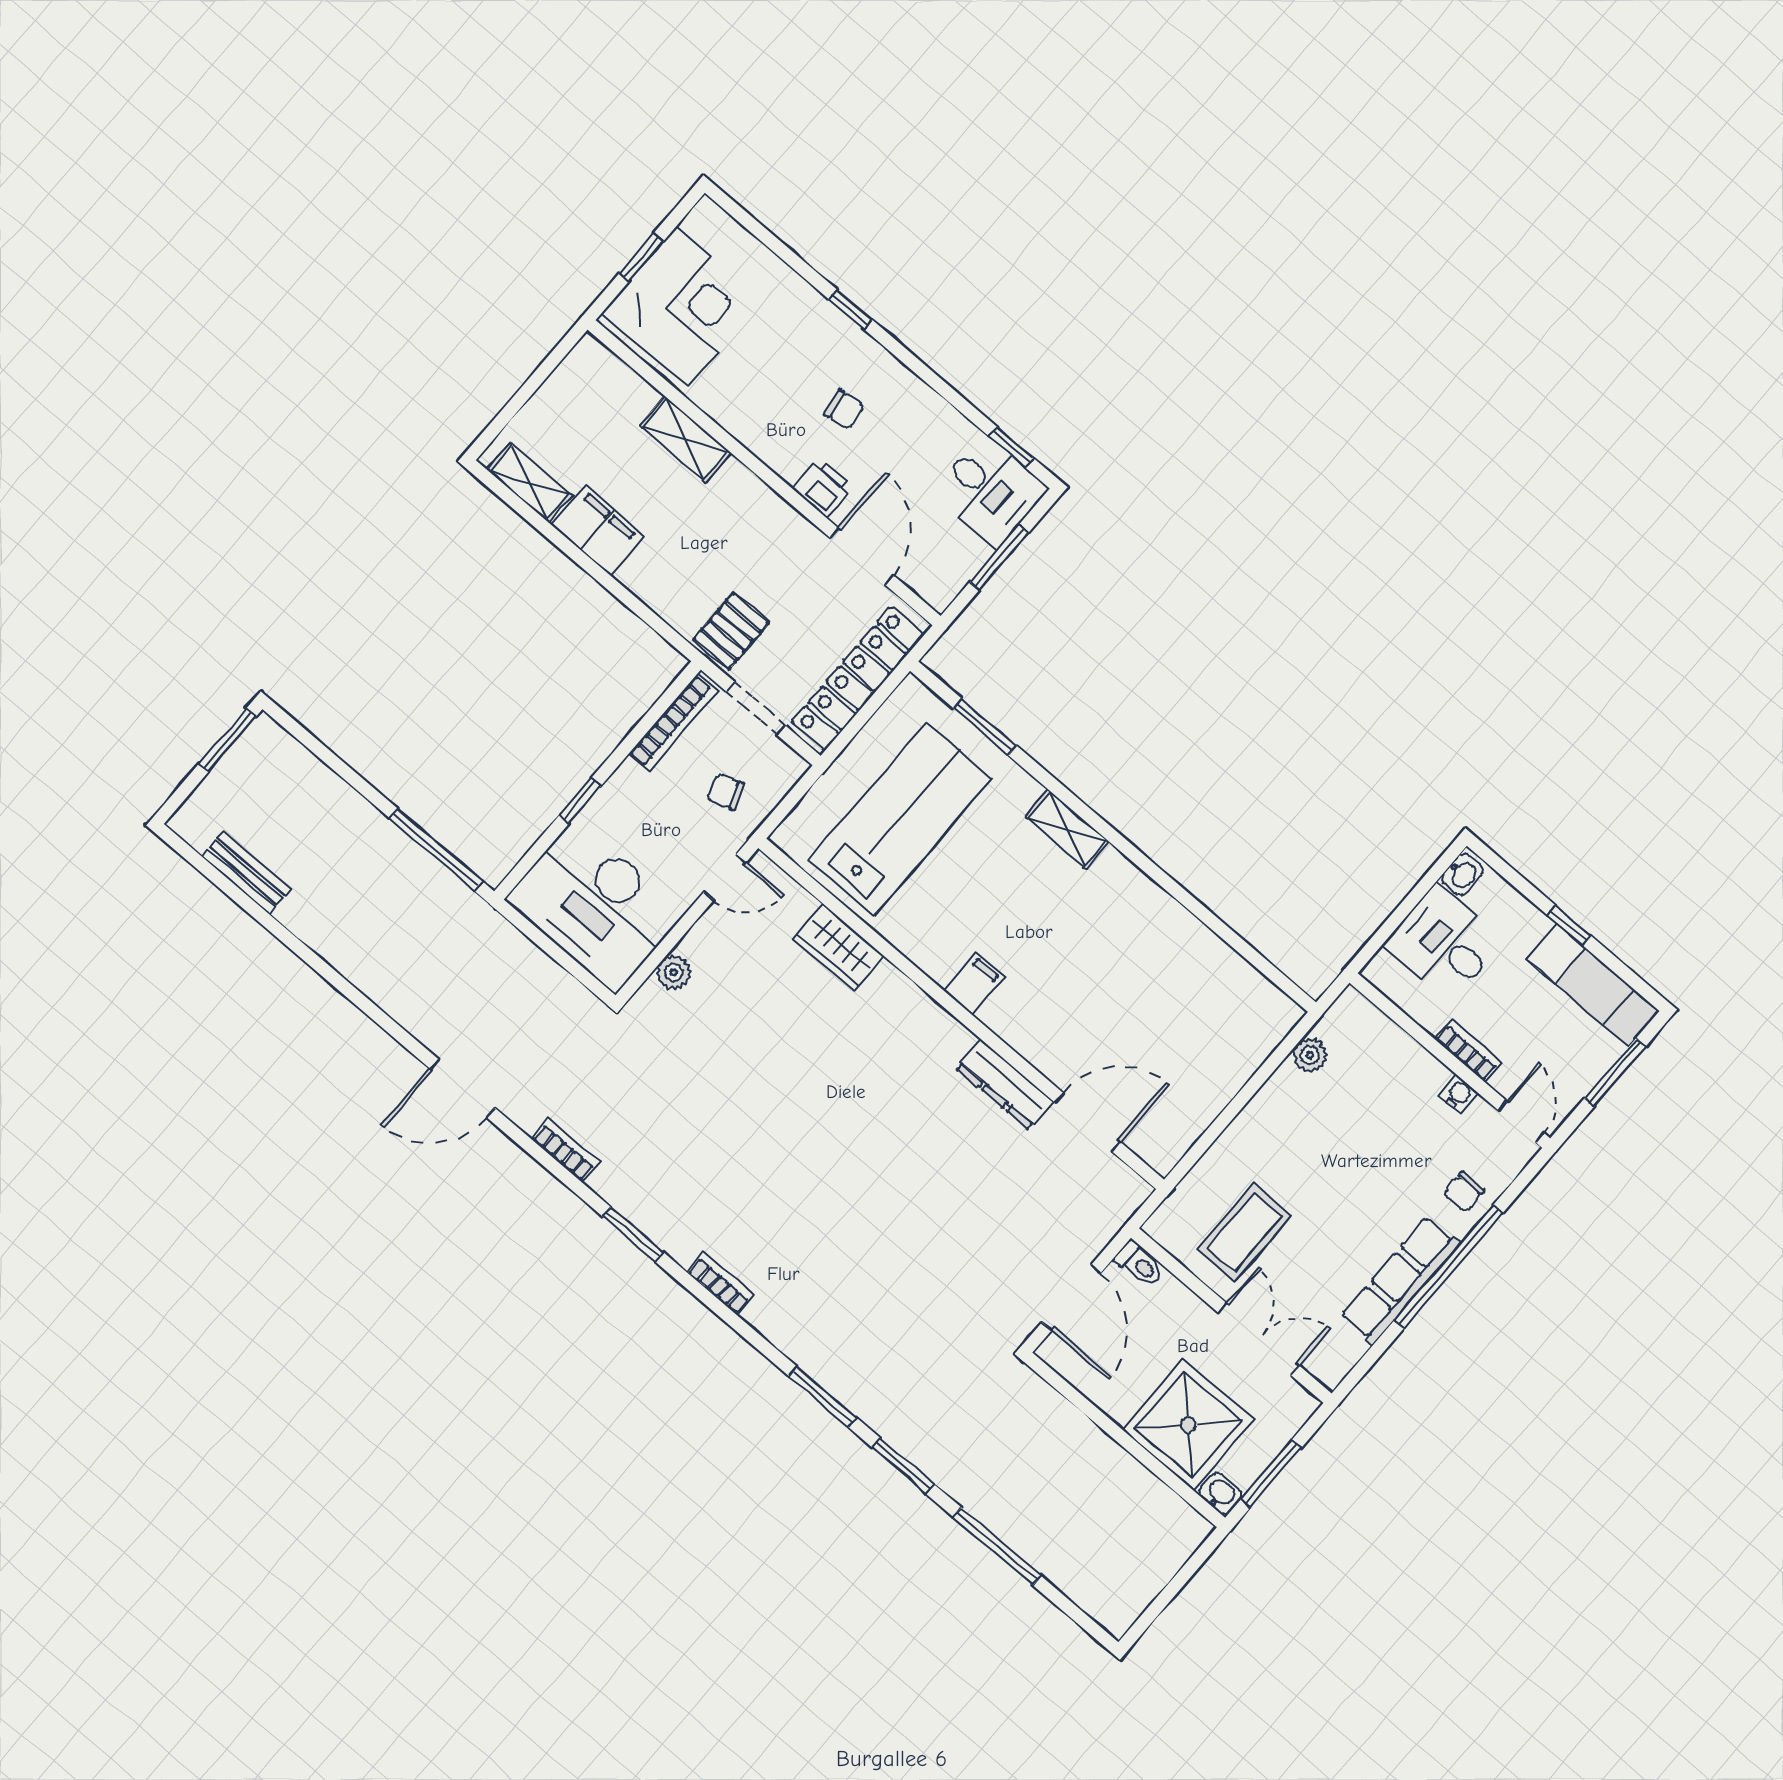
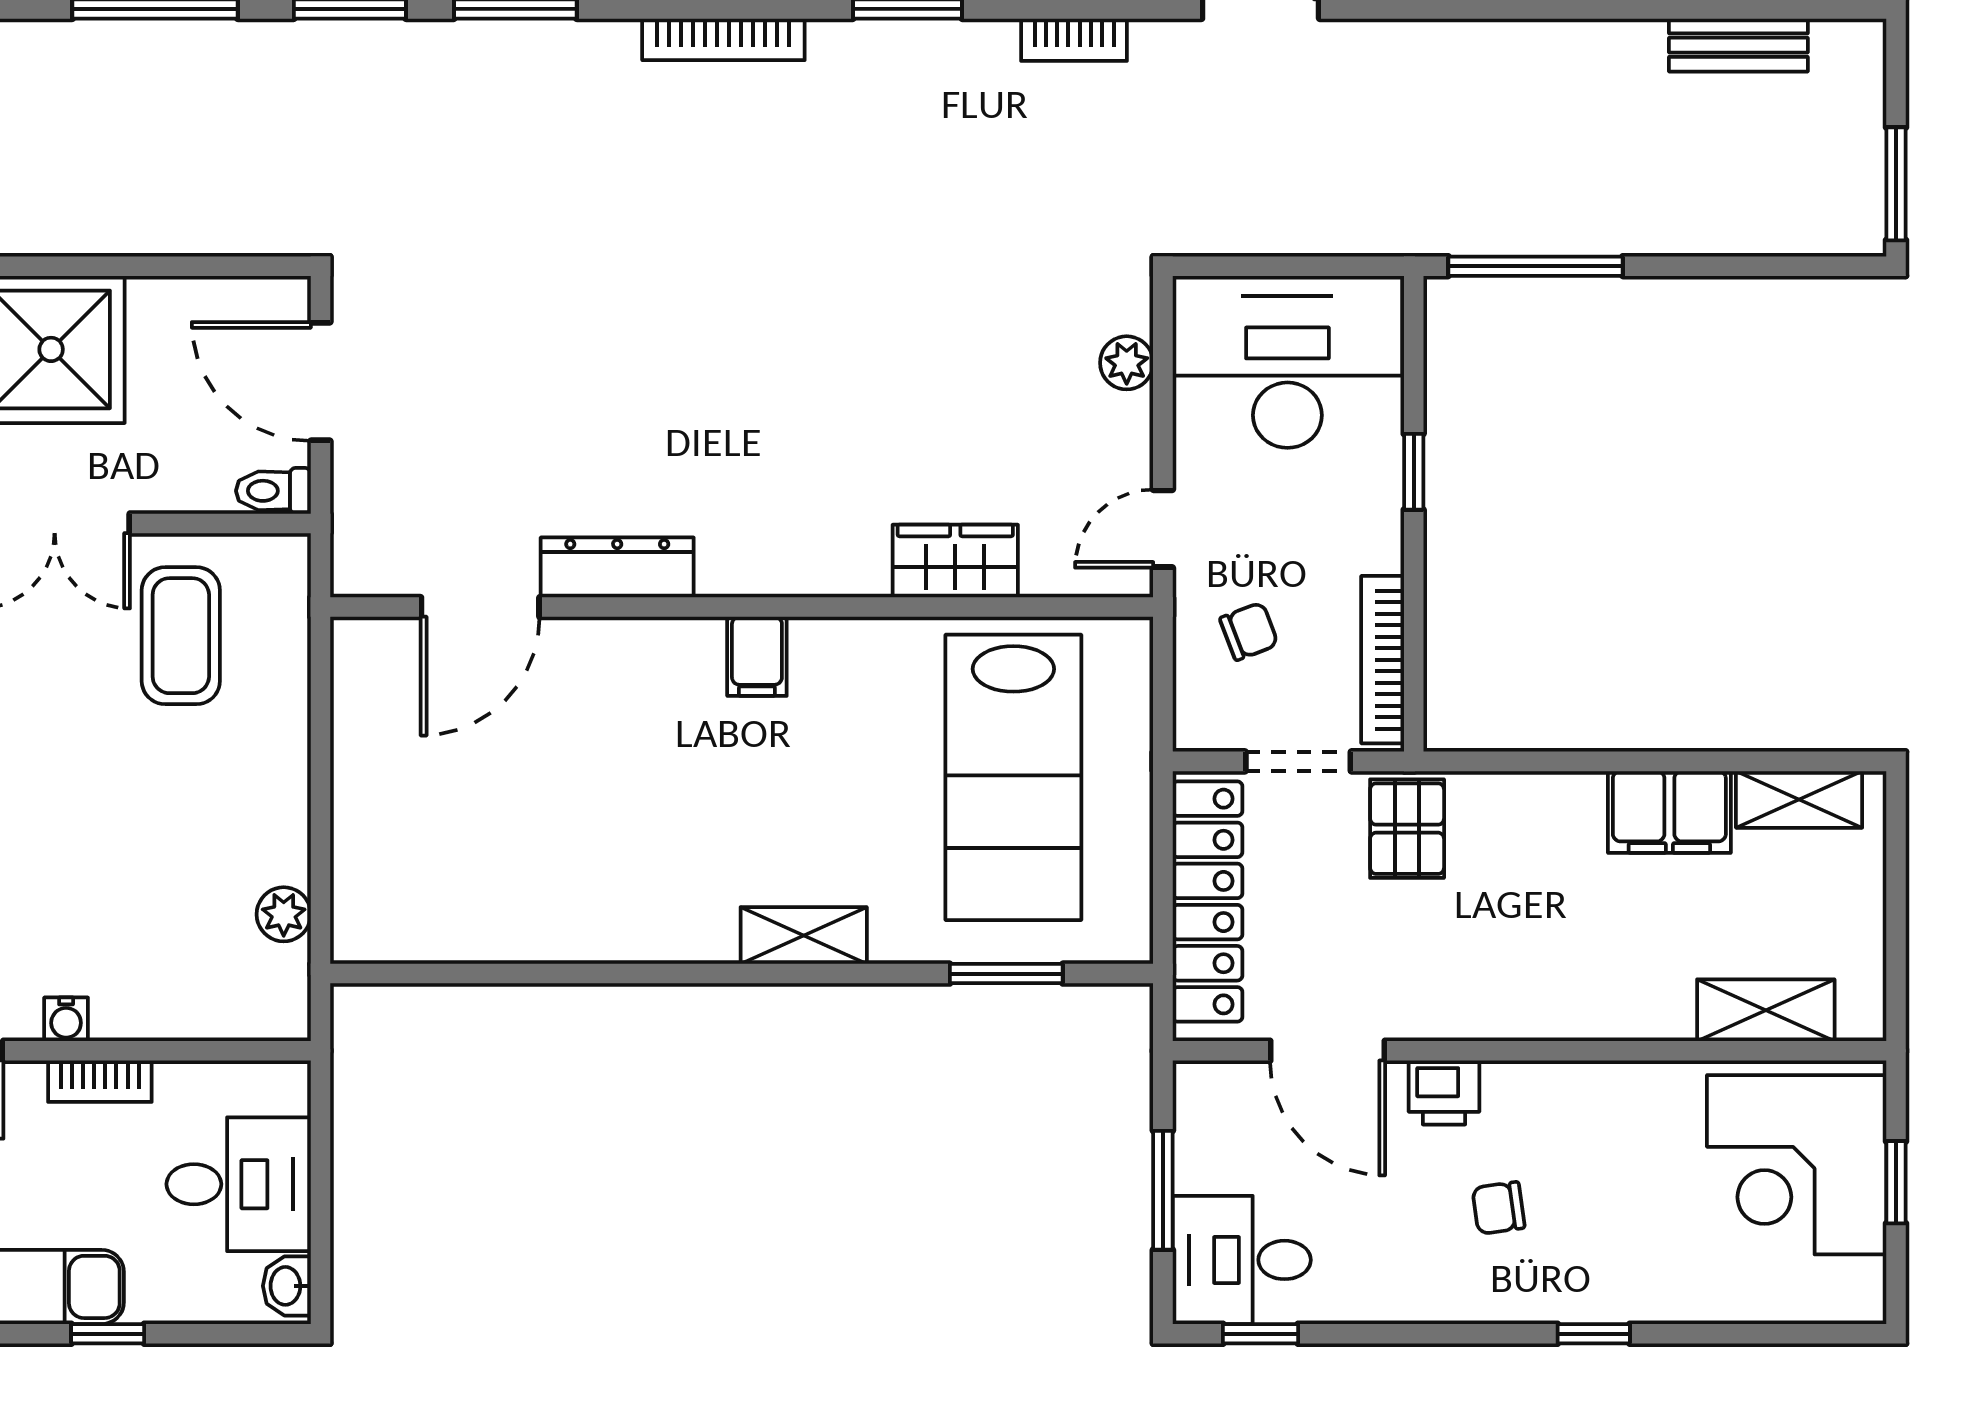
shelving: (685, 439) -> (1766, 1010), moved
bookcase: (721, 1284) -> (723, 39), width x1.56

